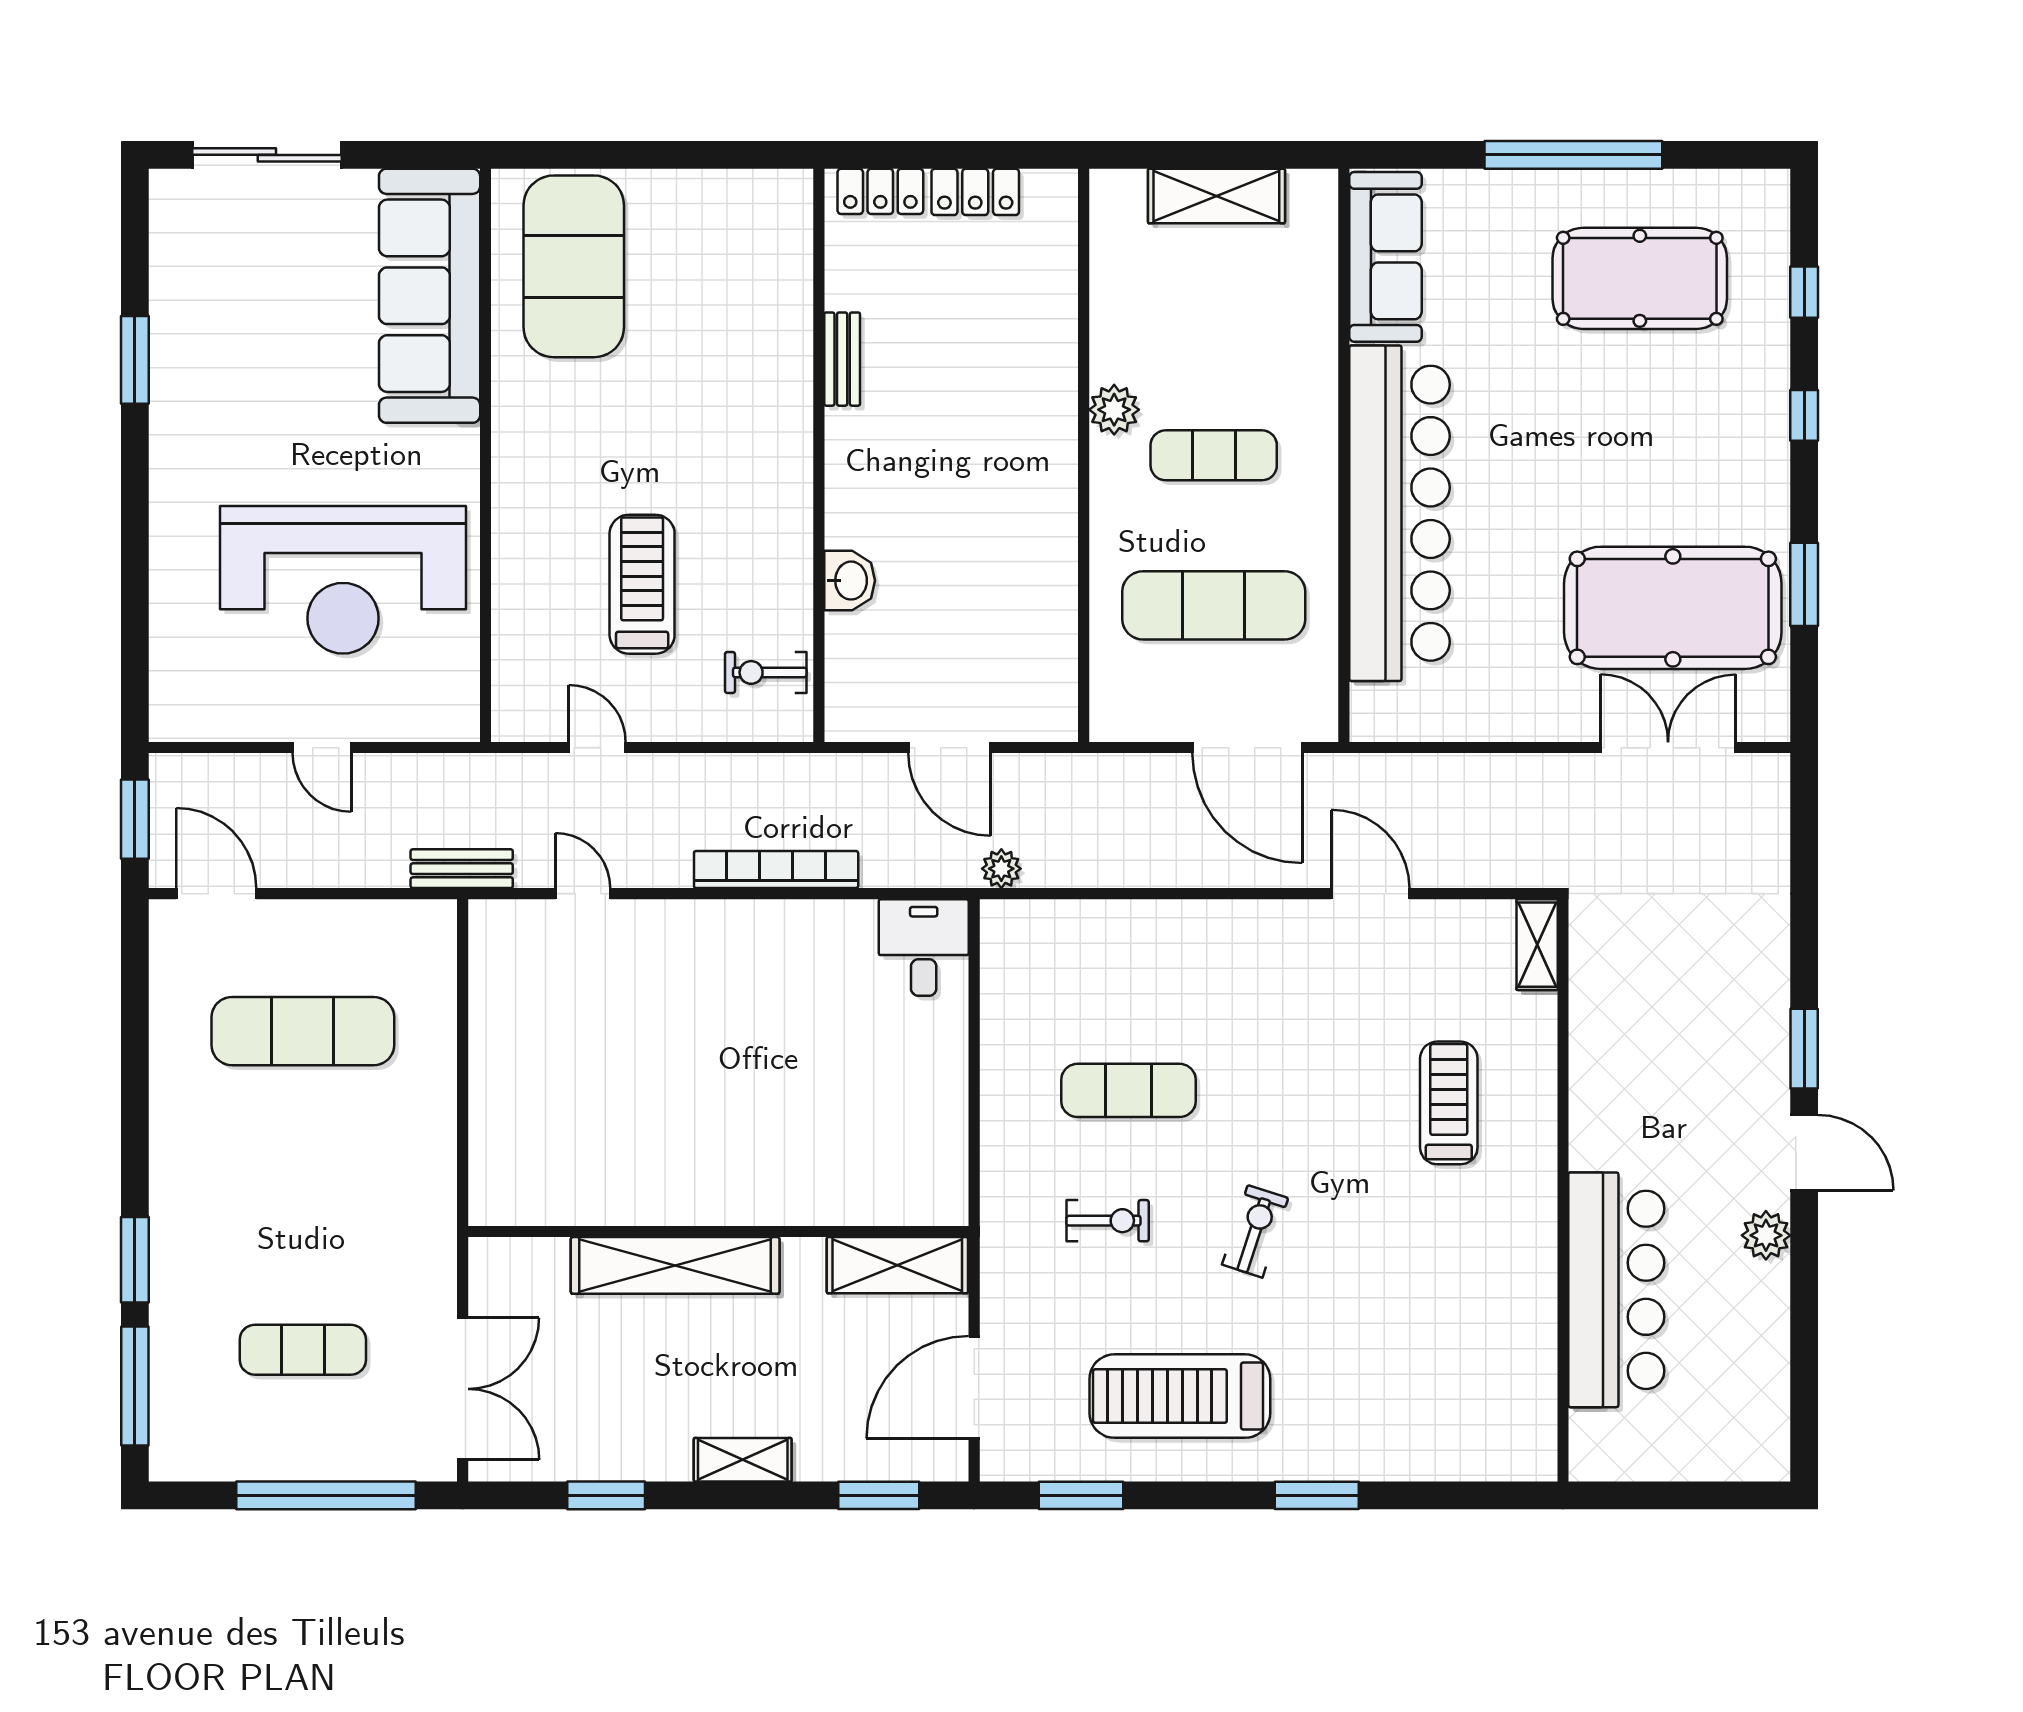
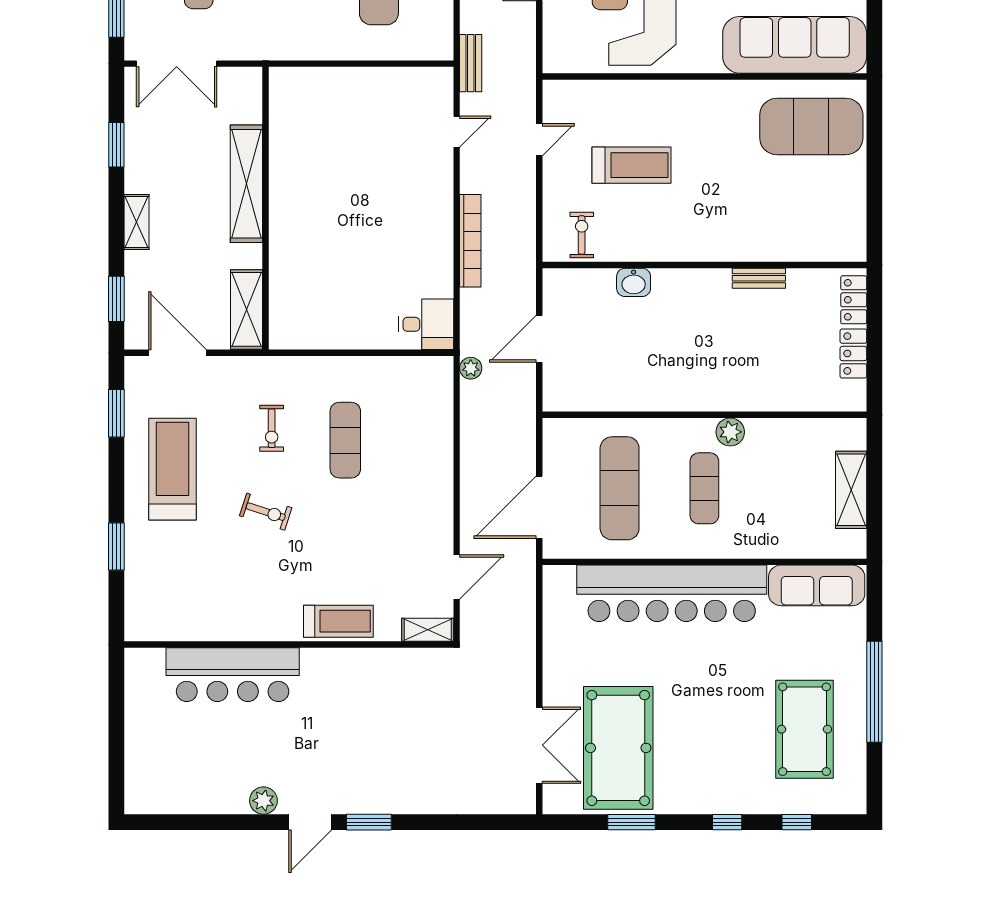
shelving: (1537, 945) -> (428, 630), moved
wall: (1563, 1190) -> (289, 645), moved
bar counter: (1616, 1290) -> (233, 675), moved

